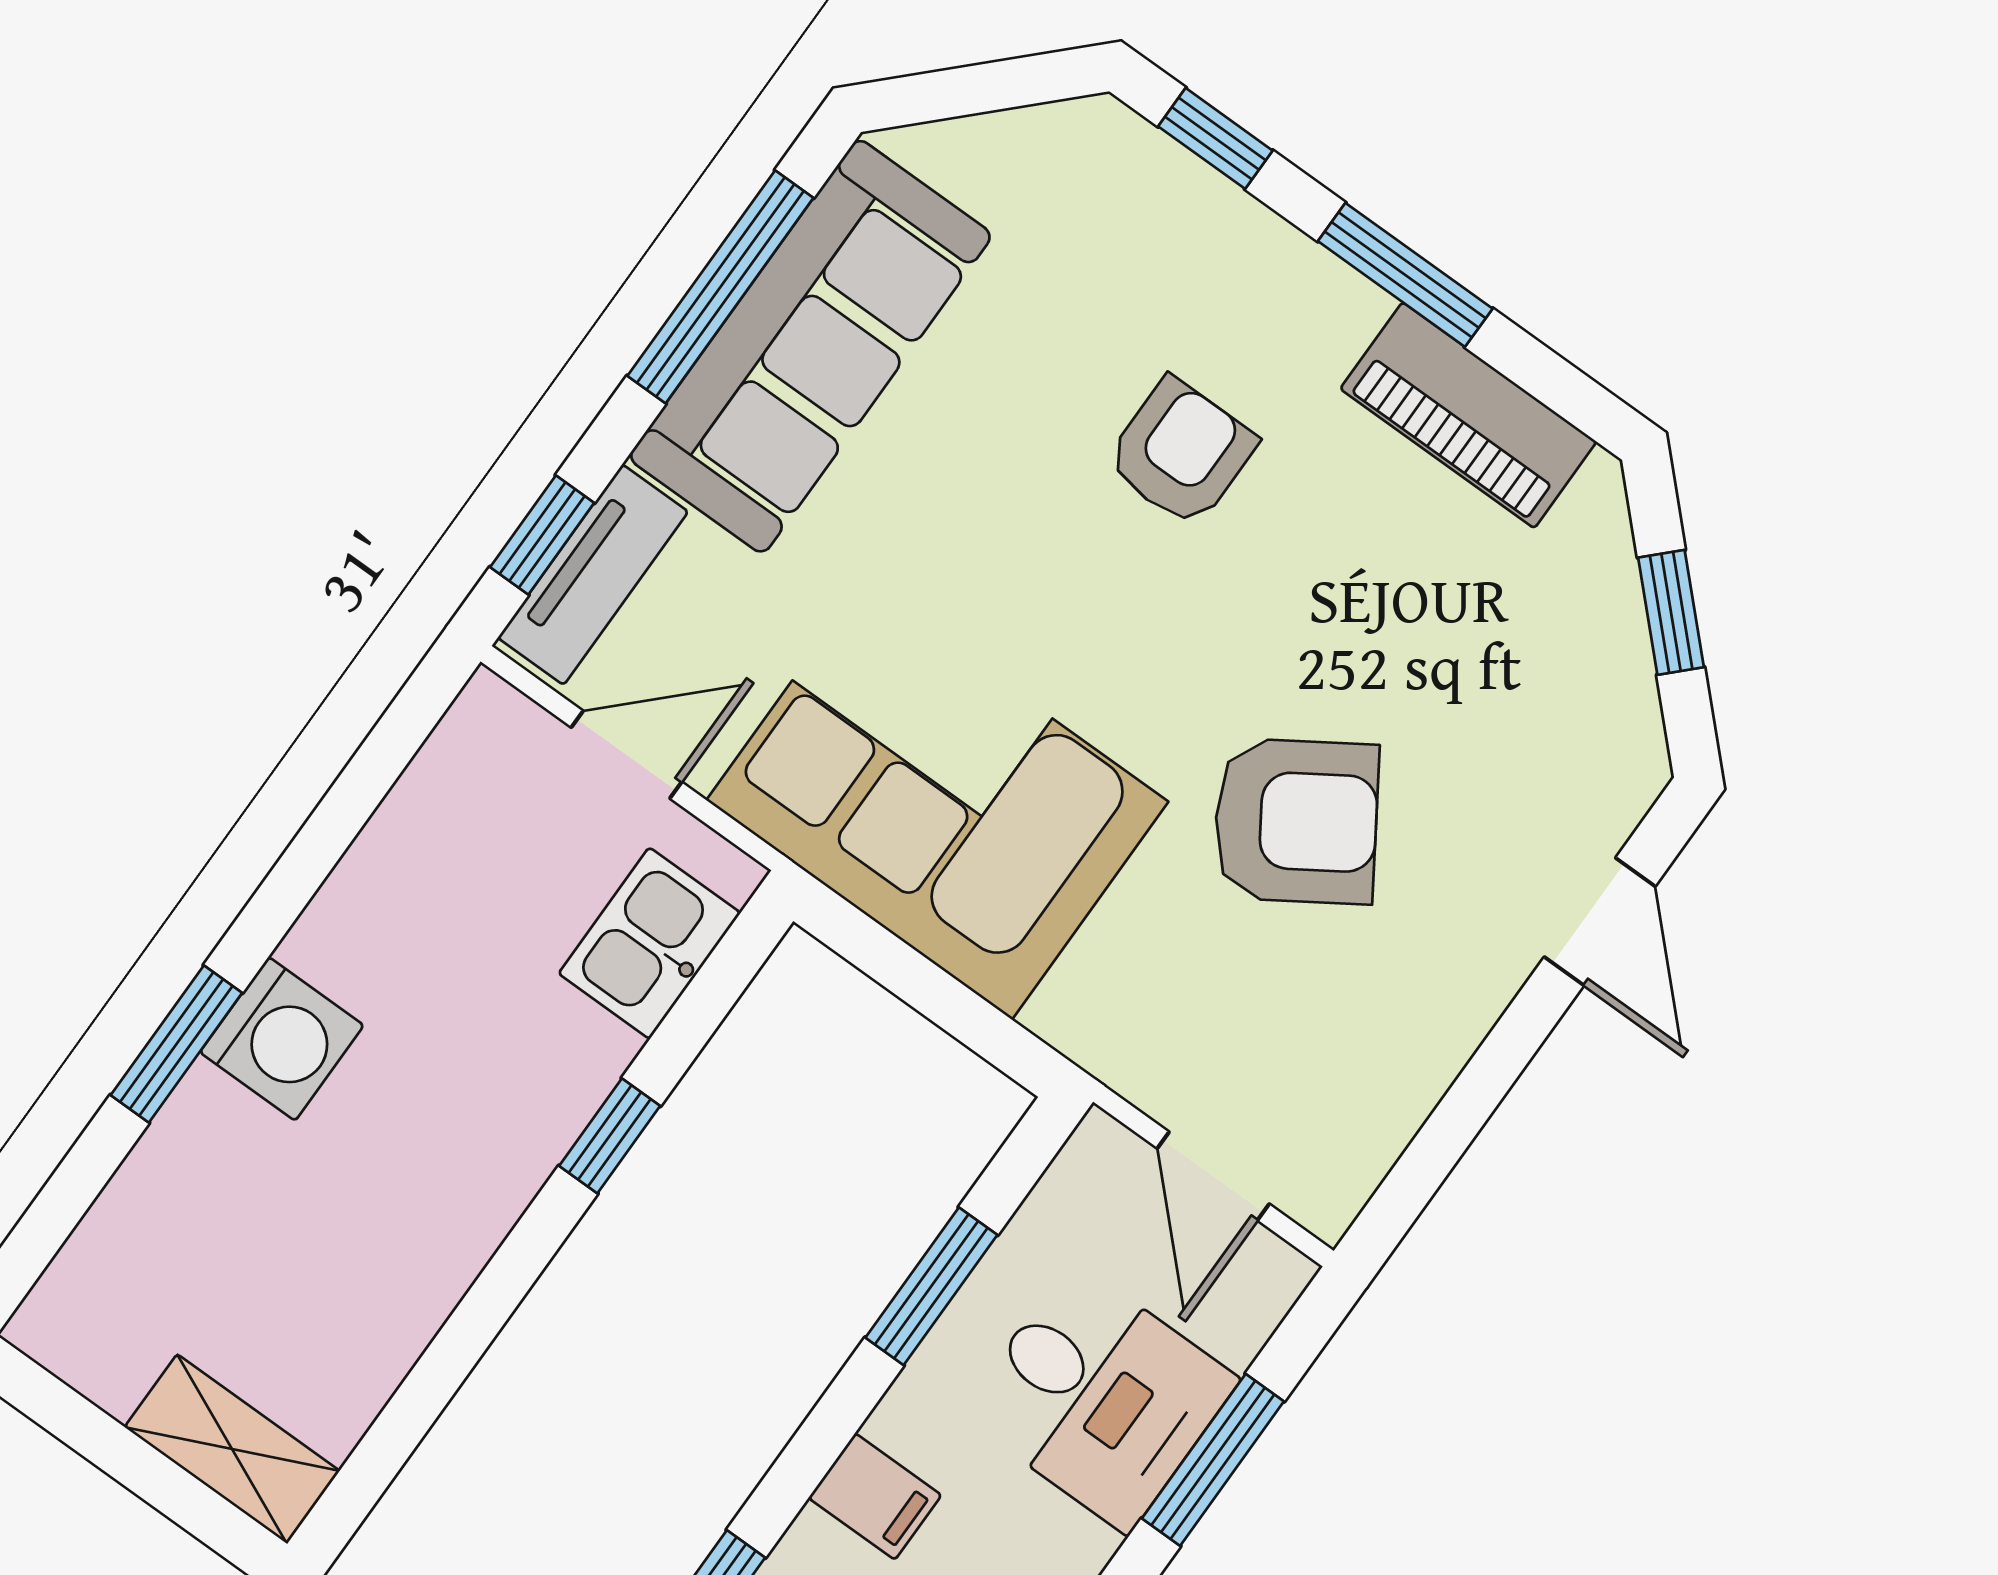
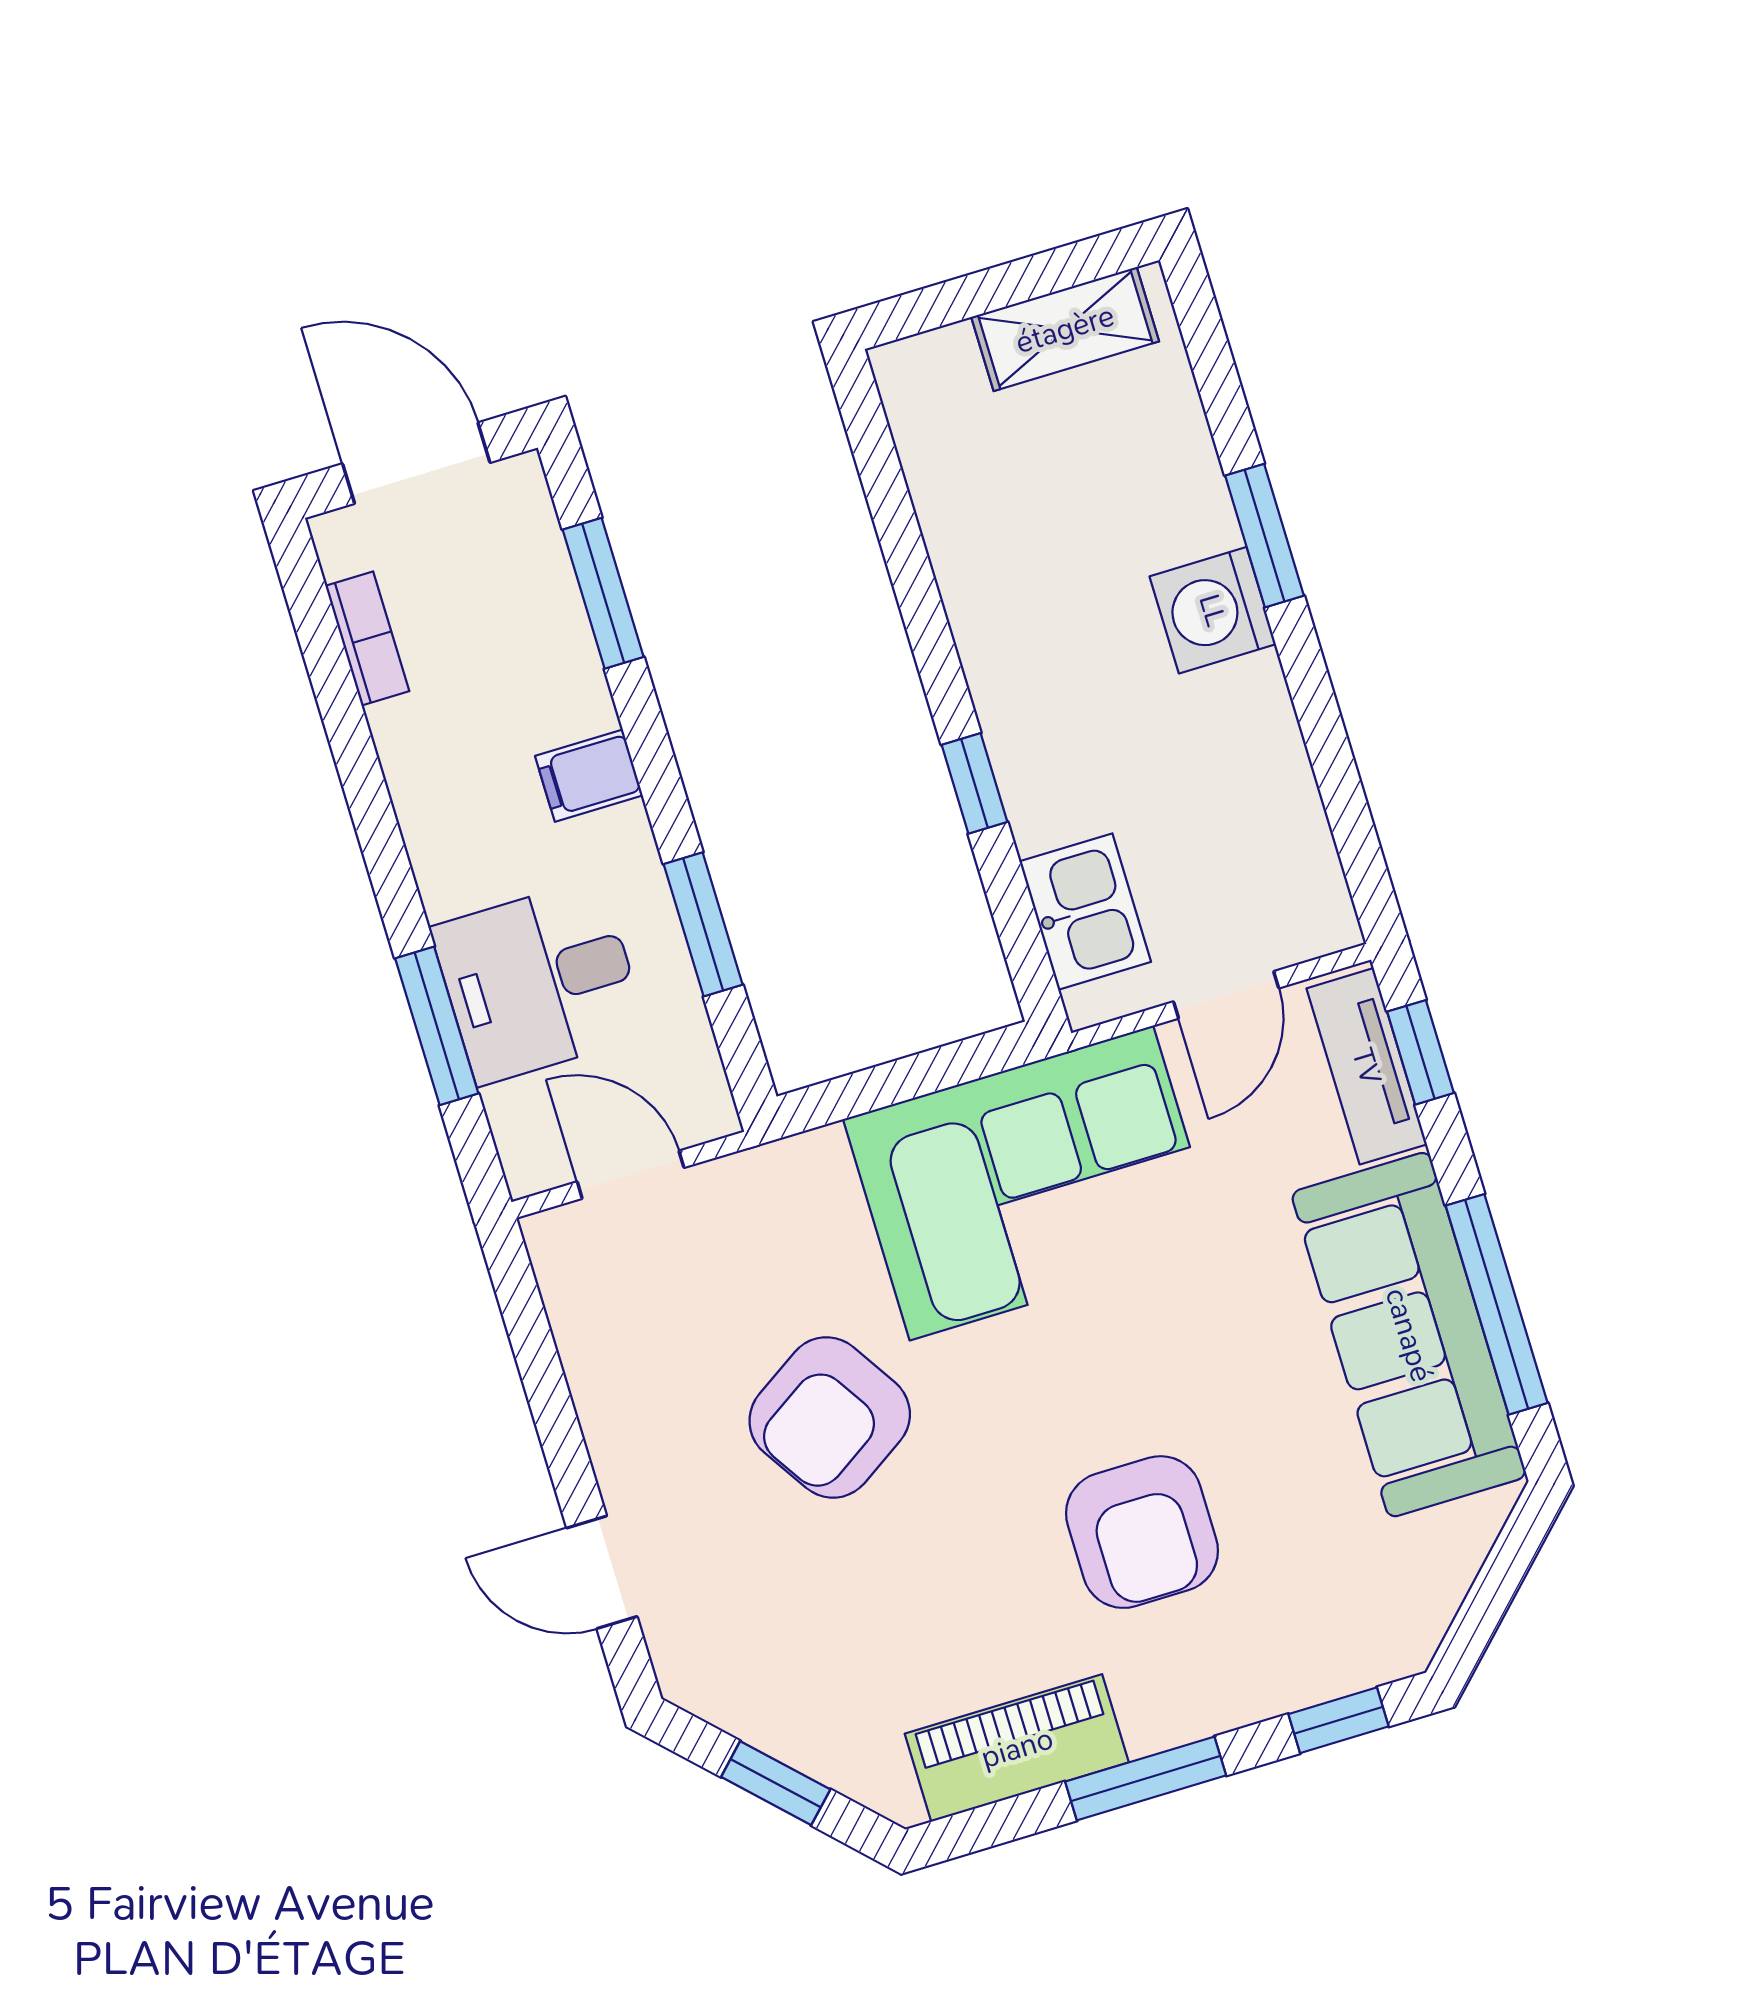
armchair: (1181, 452) -> (1142, 1532), width x1.38, depth x1.38
shelving: (232, 1449) -> (1065, 329), moved

